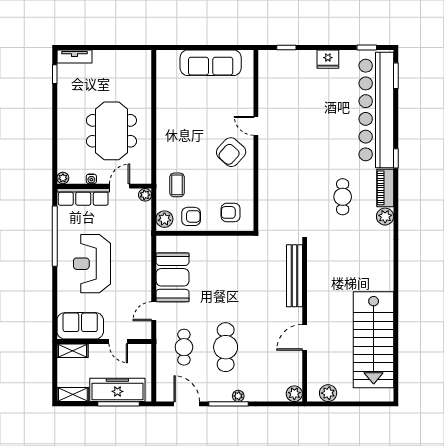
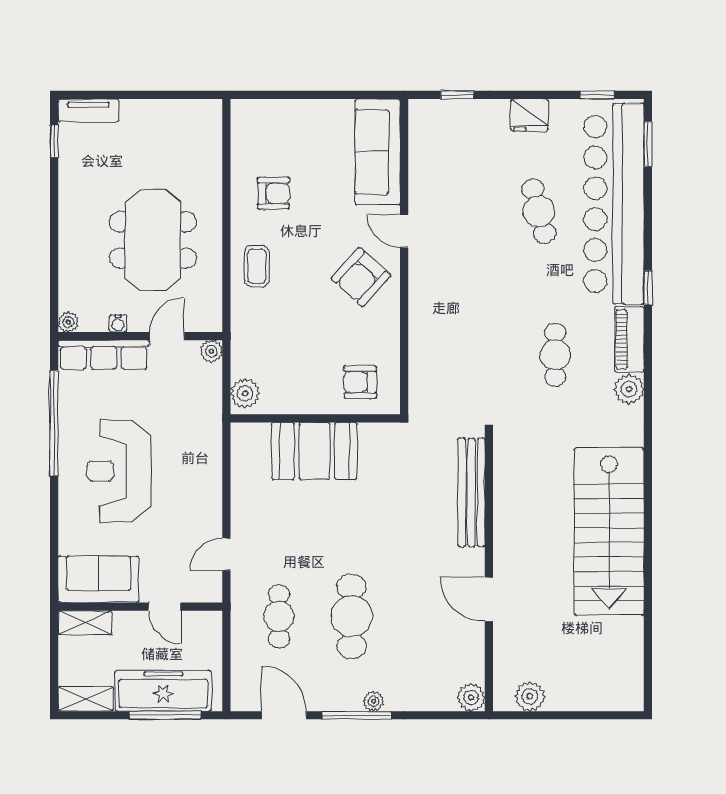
sofa: (211, 63) -> (378, 152), moved, turned 90
cafe table: (333, 114) -> (539, 211), added
coffee table: (177, 185) -> (257, 266), moved
armchair: (191, 216) -> (273, 193), moved
booth: (172, 277) -> (314, 451), moved, turned 90
door: (305, 337) -> (489, 599), hinge flipped
stairs: (374, 340) -> (609, 531), moved

